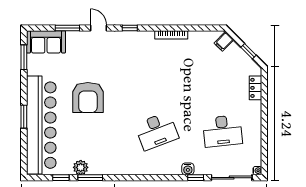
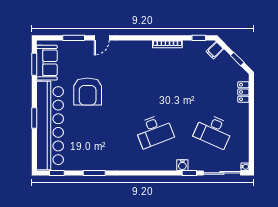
door: (99, 28) -> (102, 38), swing flipped
window: (130, 28) -> (199, 38), moved
sofa: (46, 42) -> (47, 63), moved, turned -90
armchair: (88, 98) -> (88, 91), moved
desk: (222, 131) -> (214, 131), turned 30
plant: (81, 167) -> (86, 164), removed
window: (61, 178) -> (57, 173), moved

